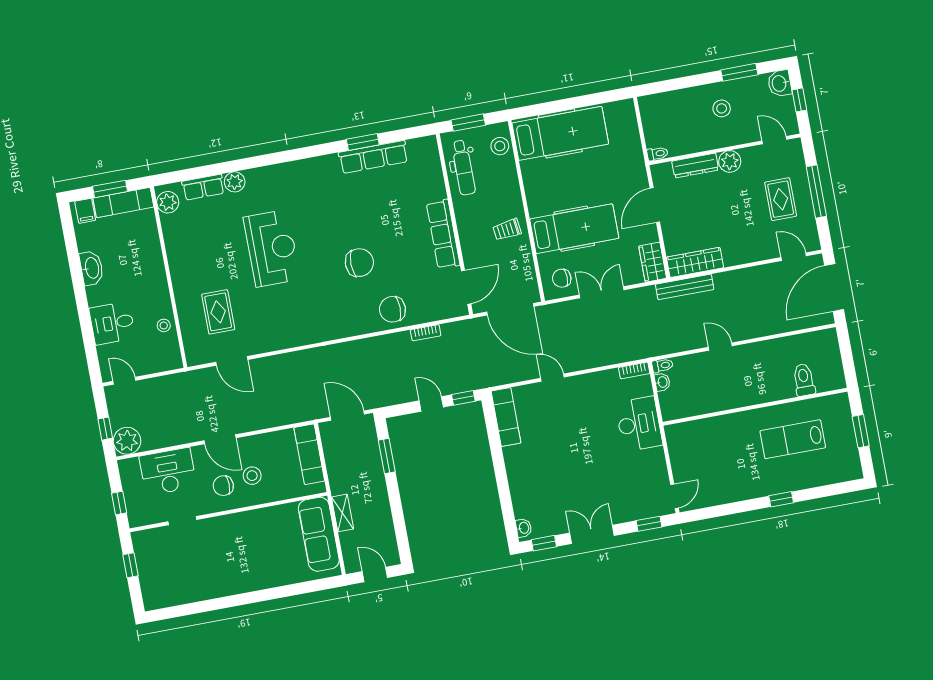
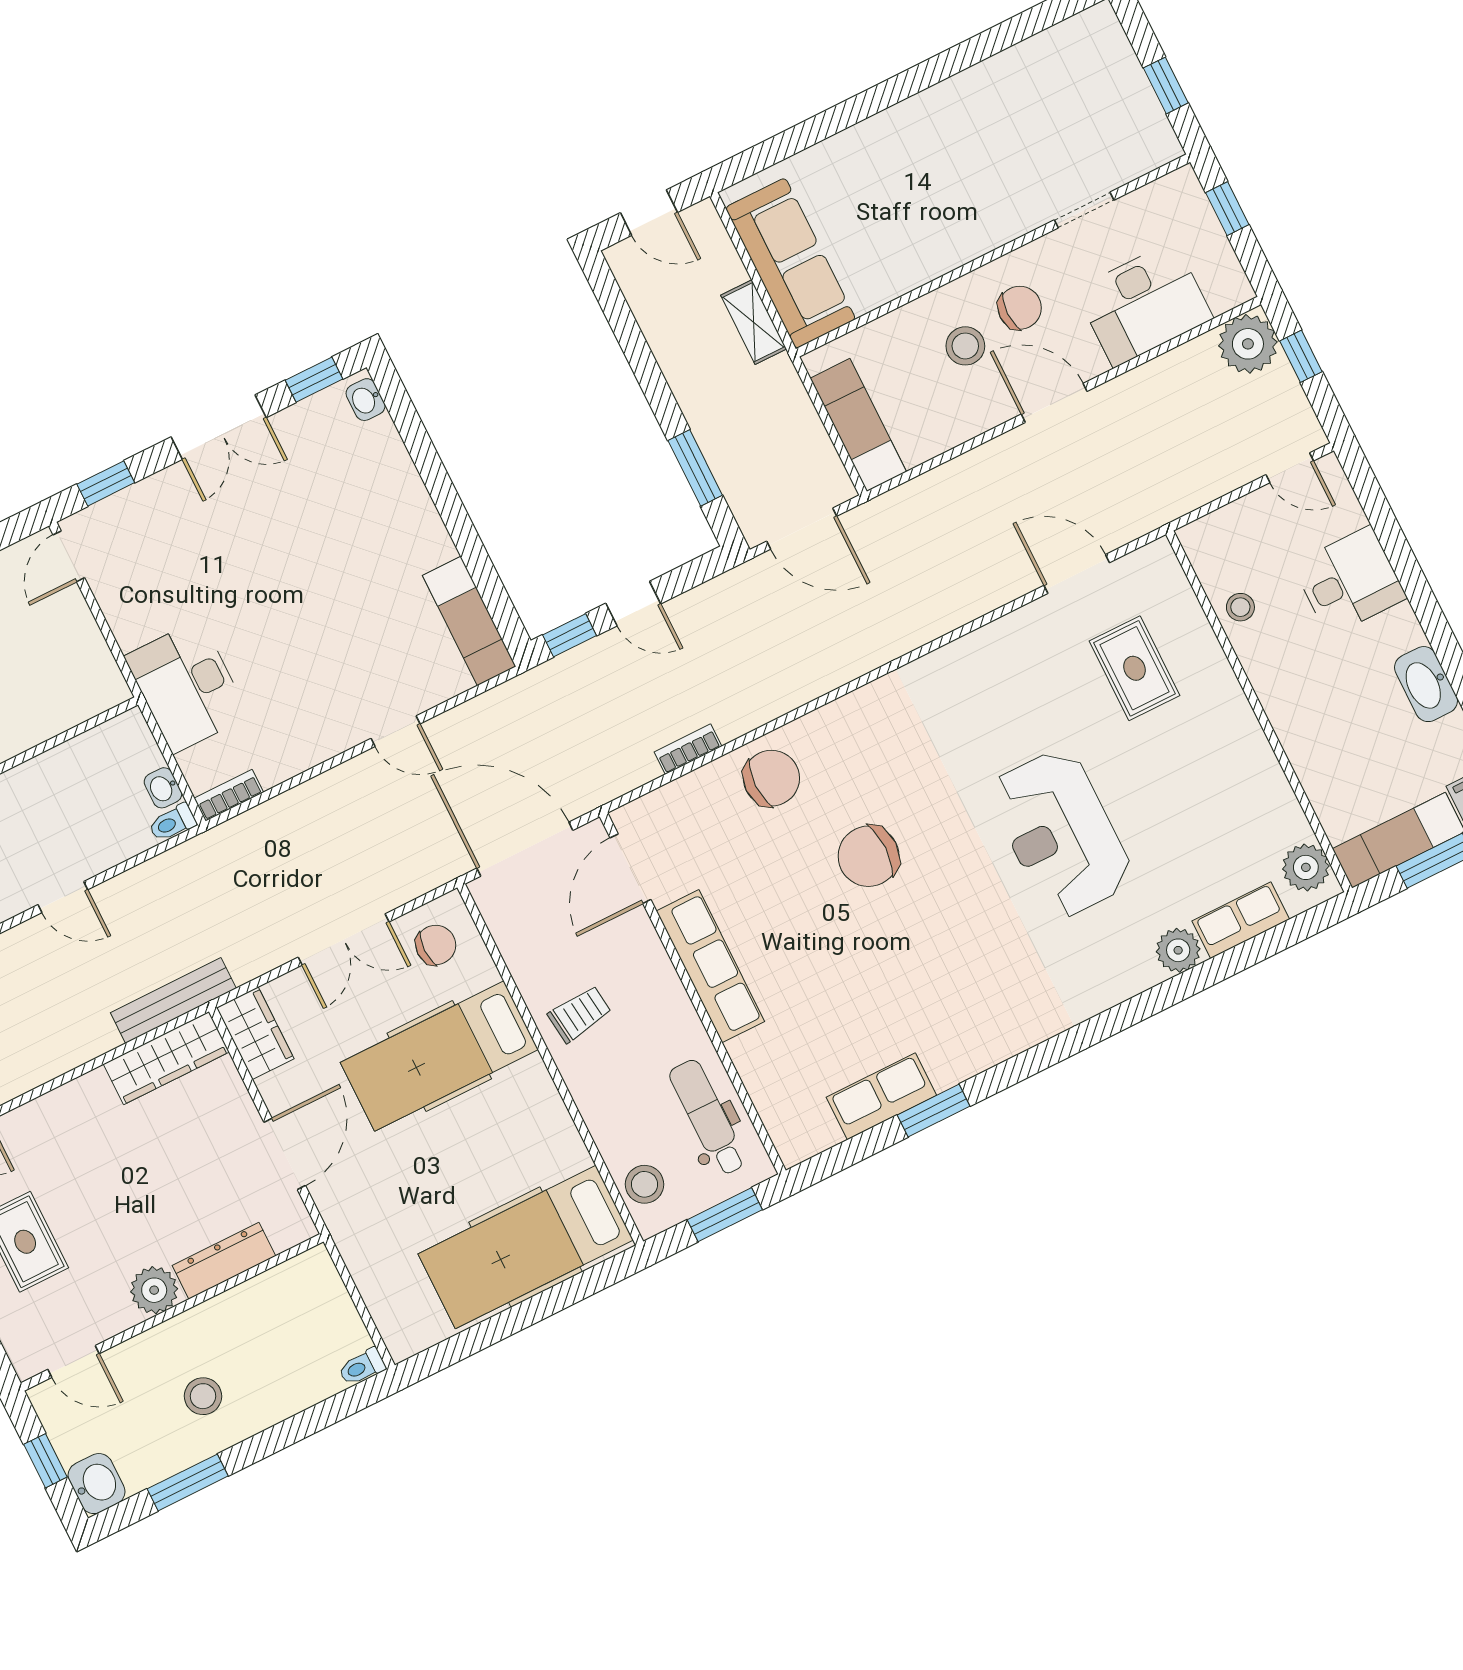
toilet: (657, 154) -> (362, 1367), moved
row of seats: (373, 157) -> (881, 1096), width x0.68

